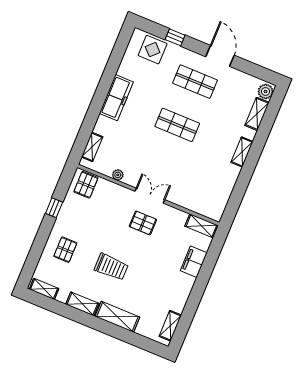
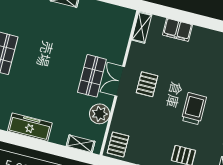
shop shelf: (177, 125) -> (92, 76), moved
plant: (118, 175) -> (100, 114), width x1.88, depth x1.88
pallet: (86, 185) -> (118, 144), turned 90

